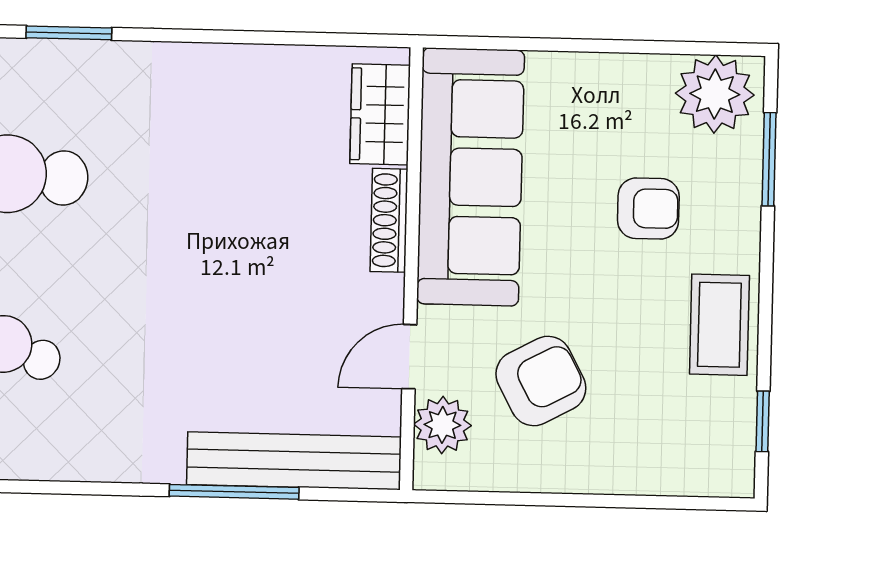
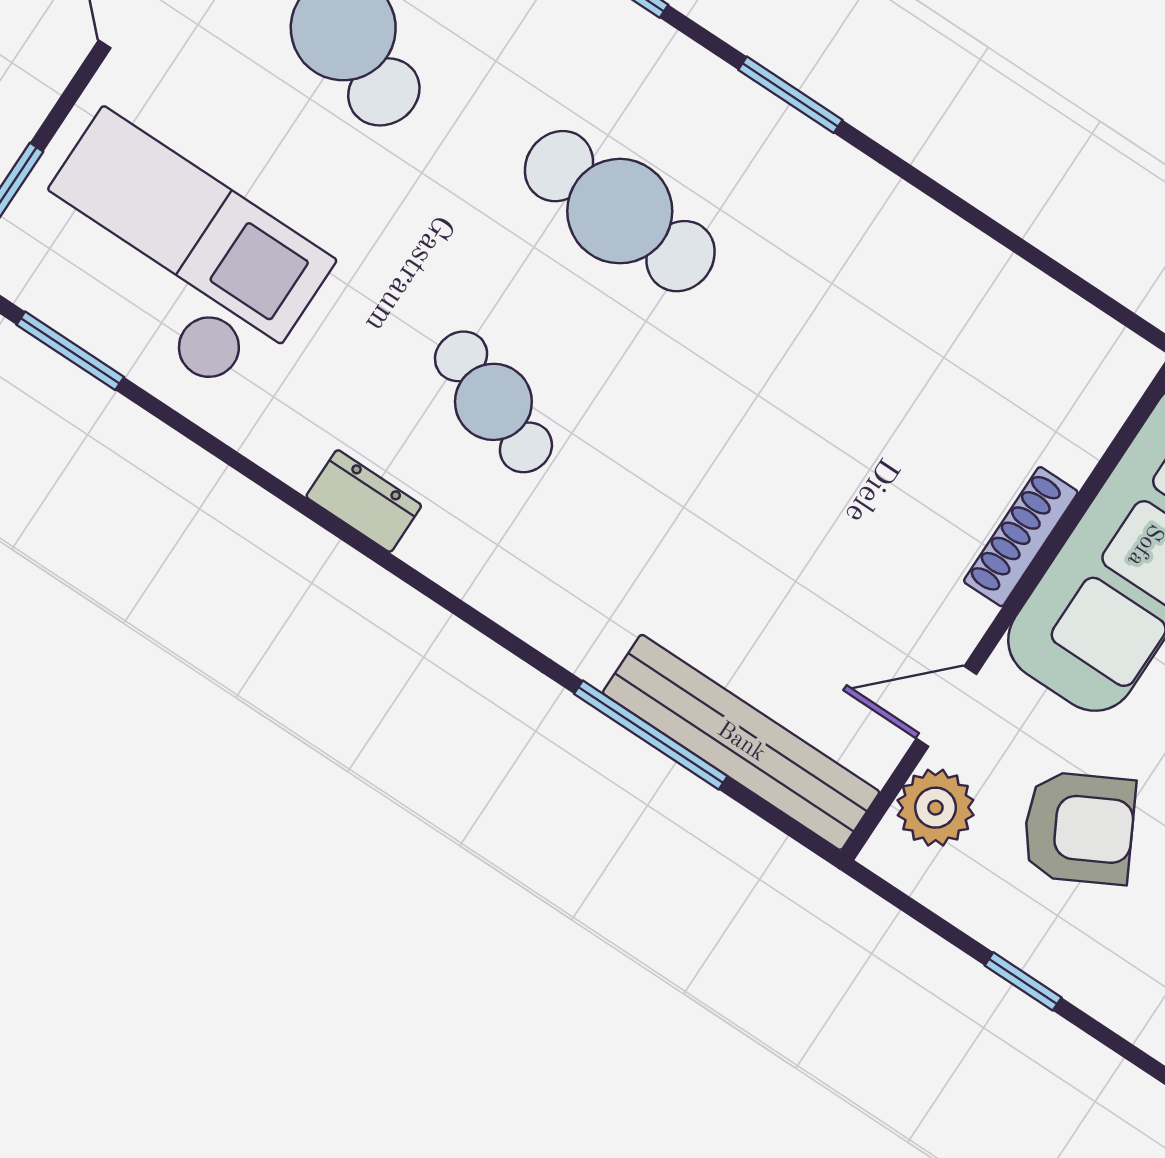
wardrobe: (380, 114) -> (1086, 410), removed
window: (566, 500) -> (1023, 981), added

